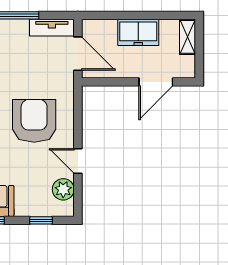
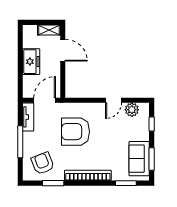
shelving: (187, 37) -> (49, 30), moved
armchair: (34, 121) -> (76, 132), moved

